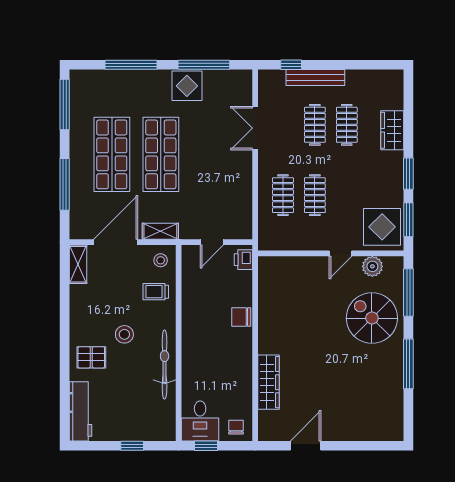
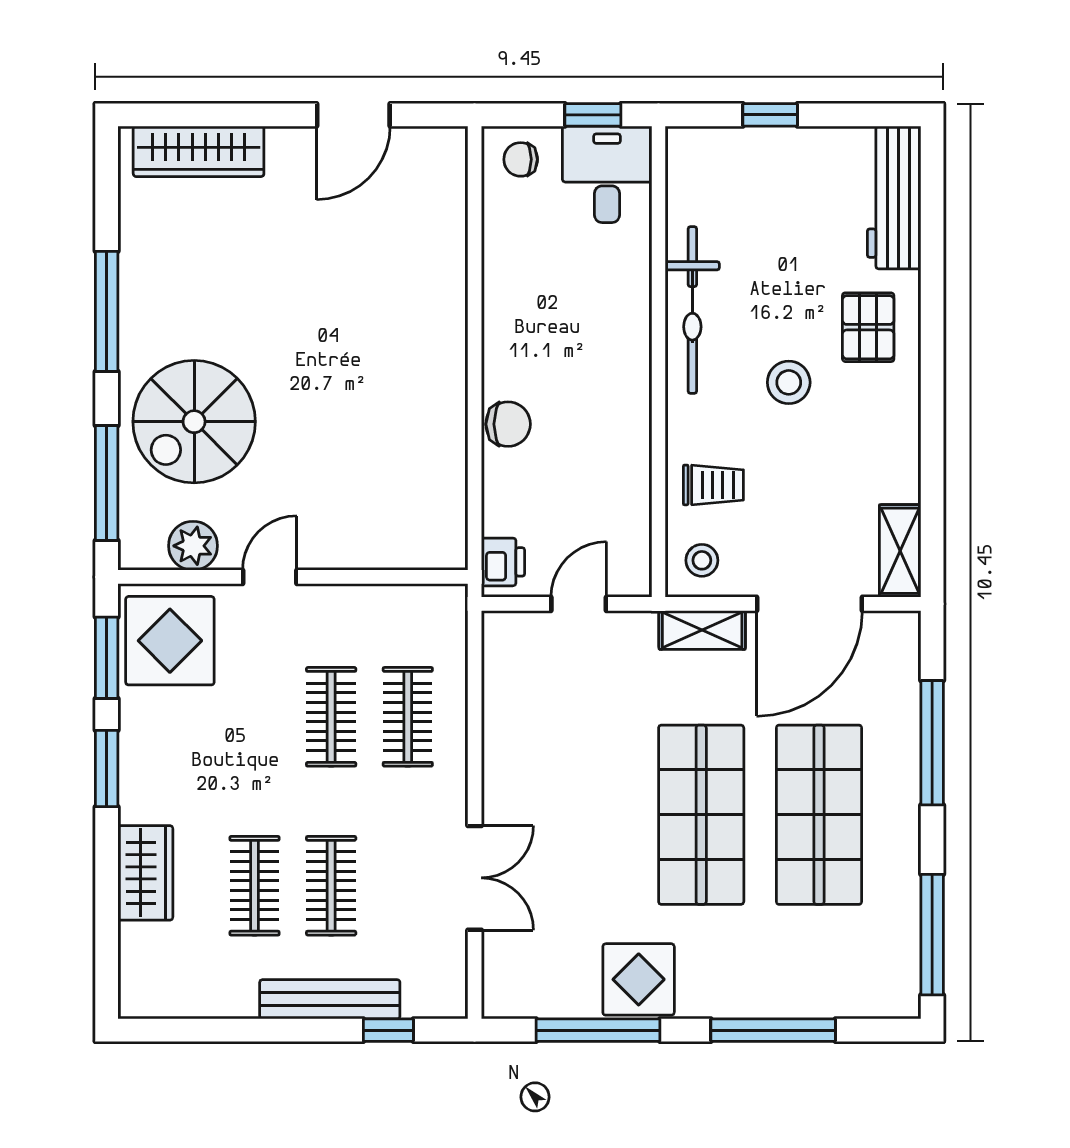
spiral stairs: (372, 318) -> (194, 422), turned 90
pallet: (91, 357) -> (868, 327), turned 90
wardrobe: (269, 382) -> (199, 151), moved, turned -90
chair: (236, 427) -> (521, 159), turned 90

